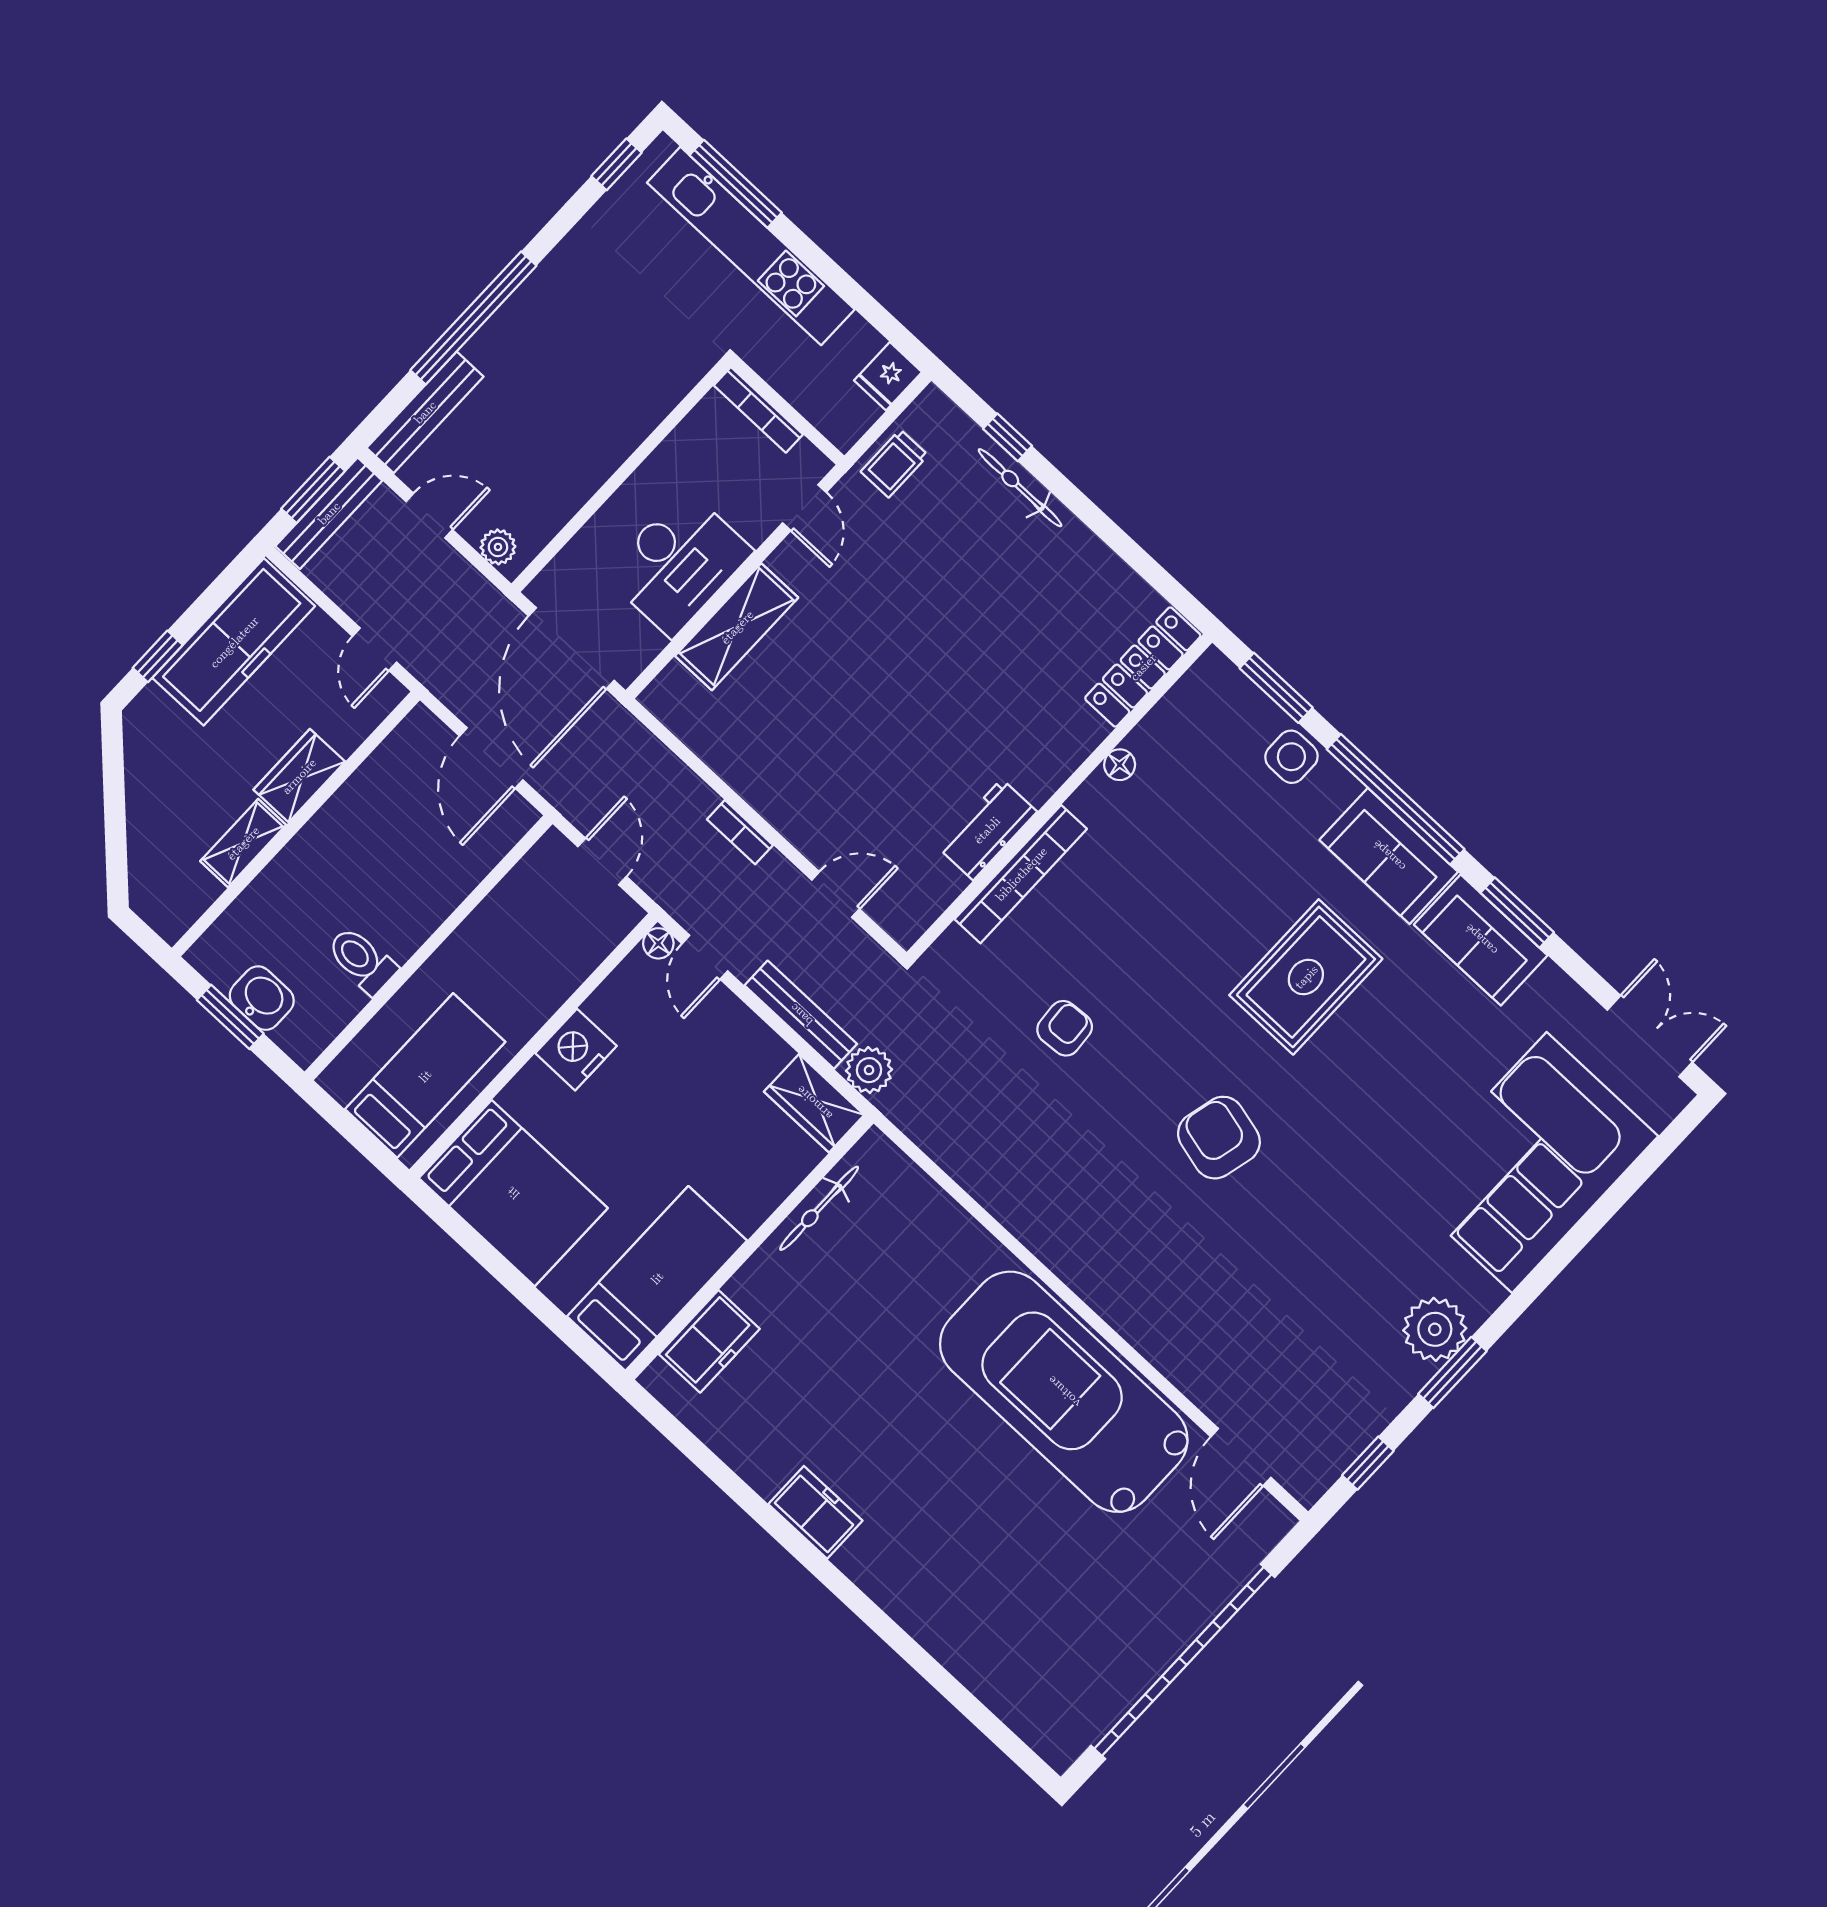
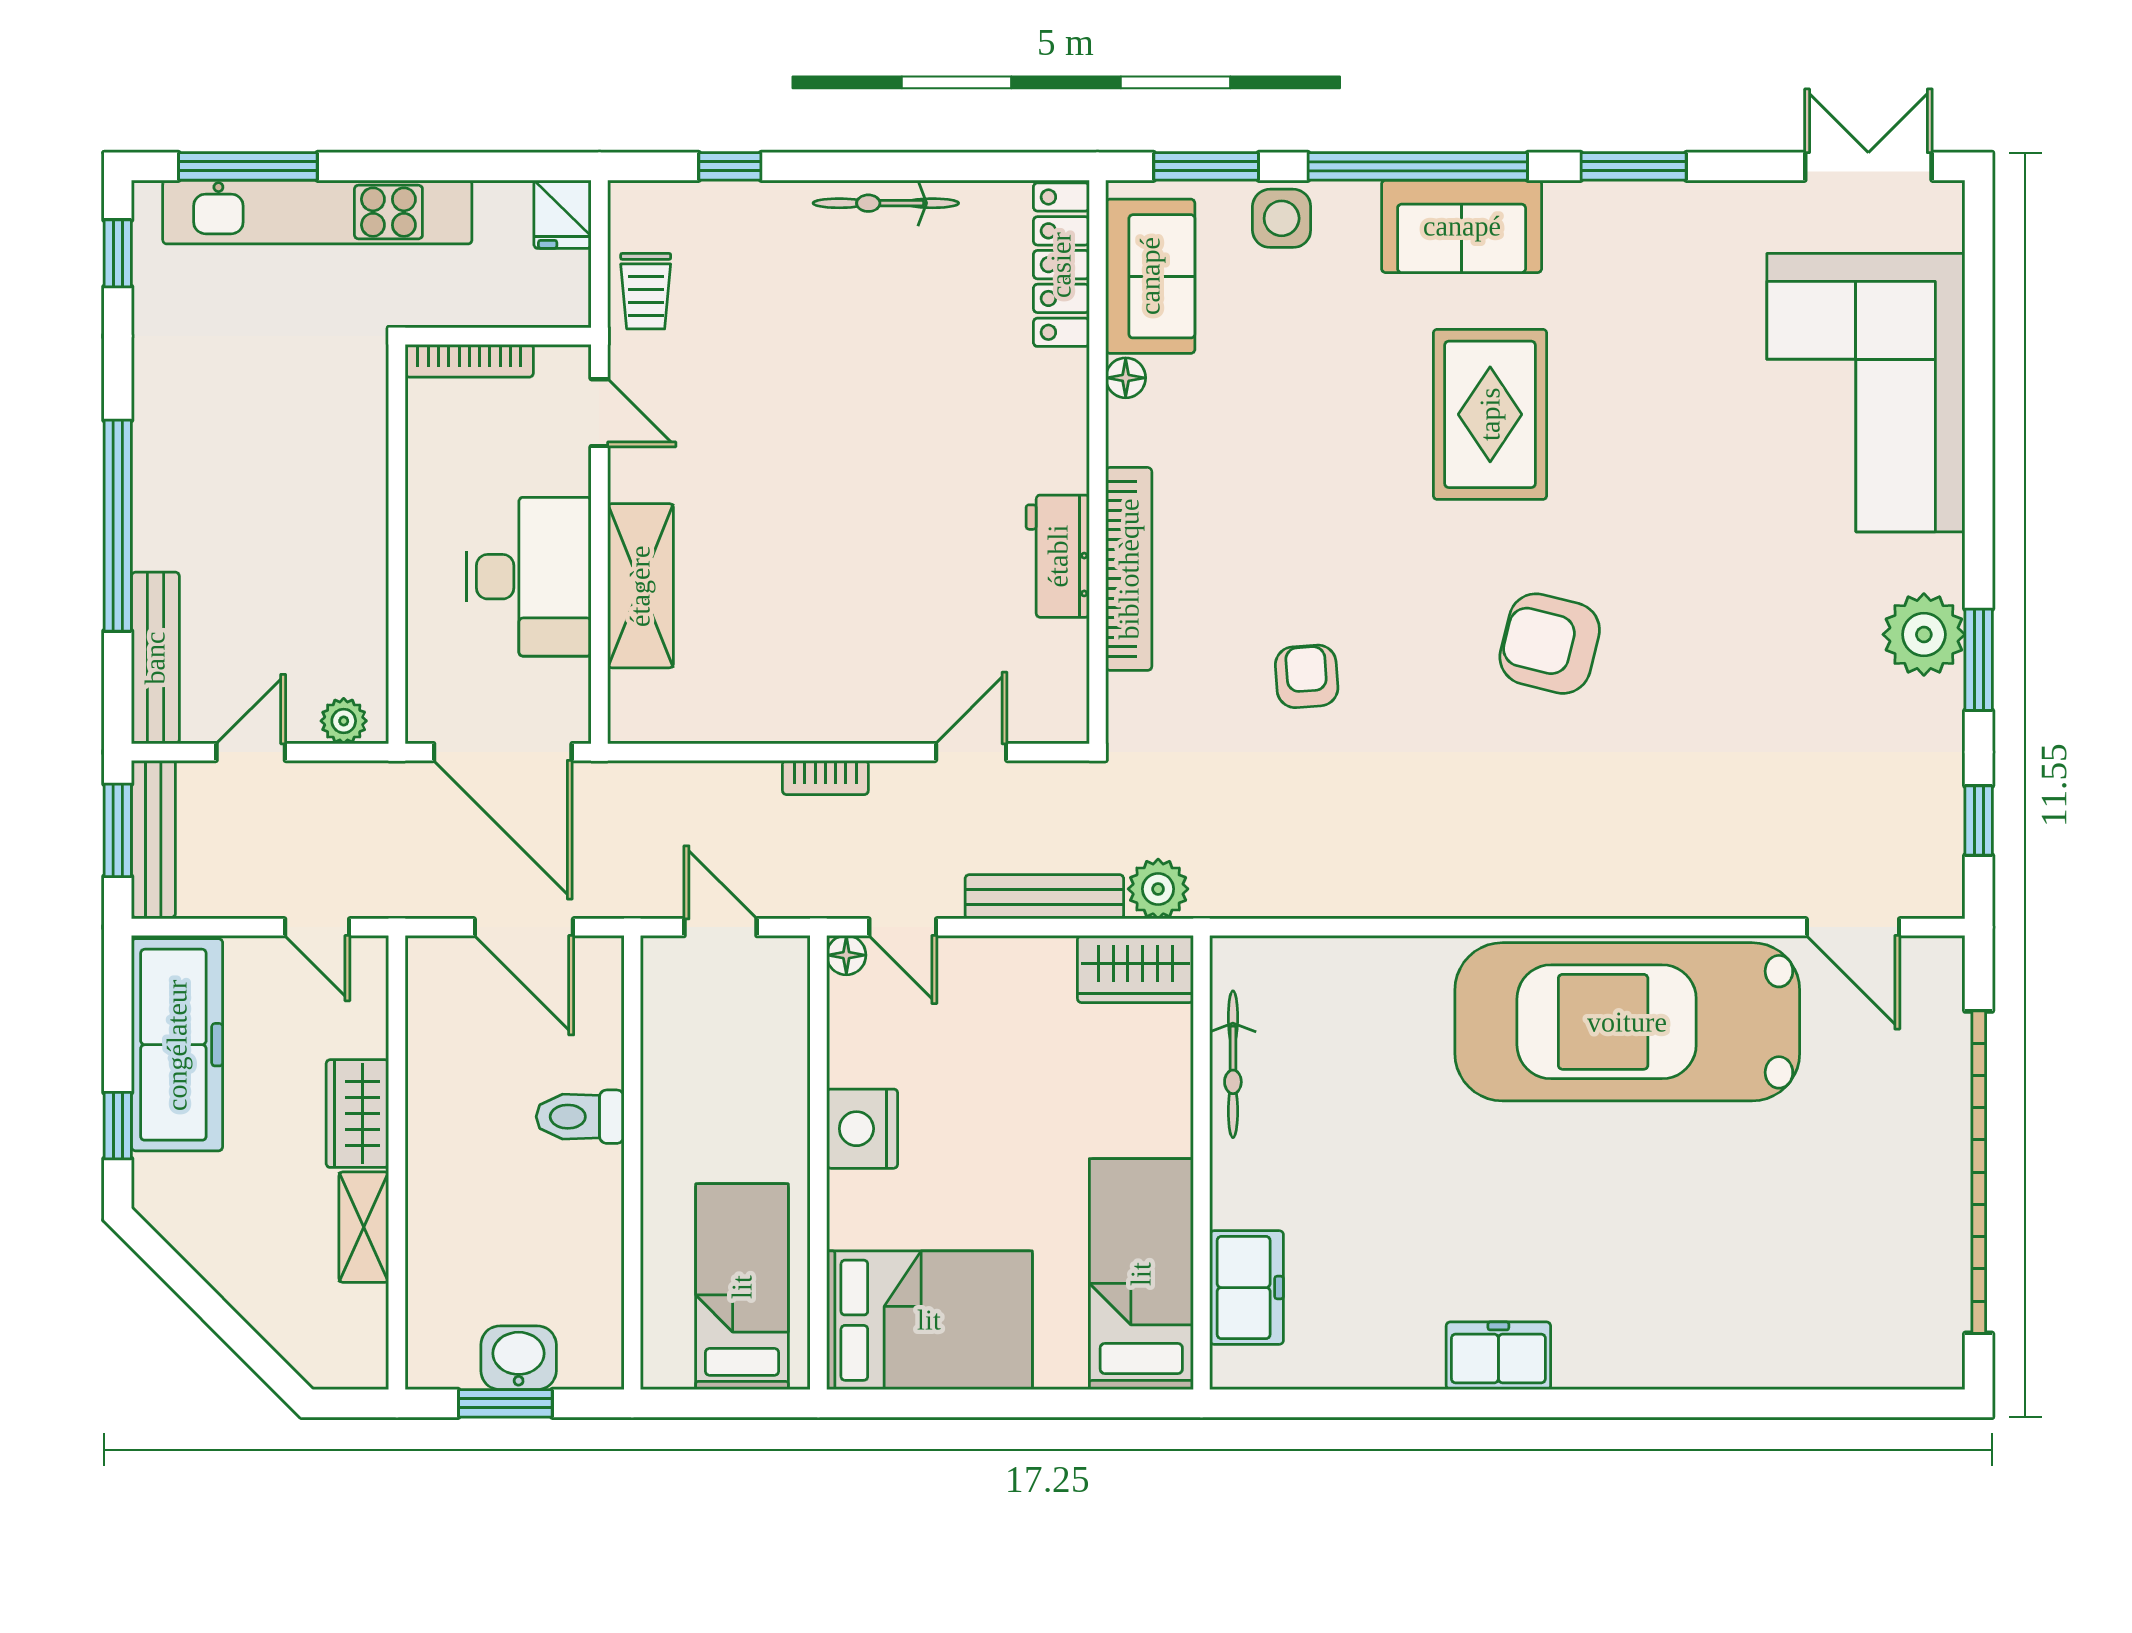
bicycle: (1020, 488) -> (886, 203), moved
sofa: (1481, 940) -> (1150, 276), moved, turned -90
toilet: (362, 960) -> (580, 1117), moved

